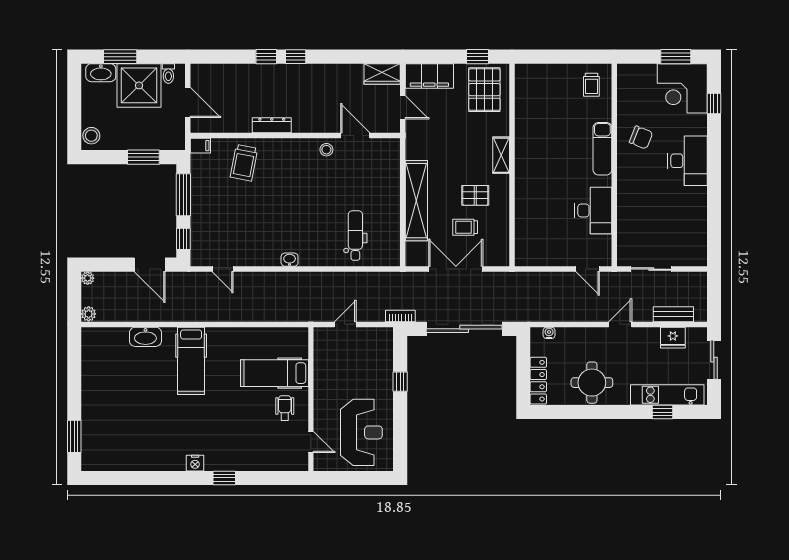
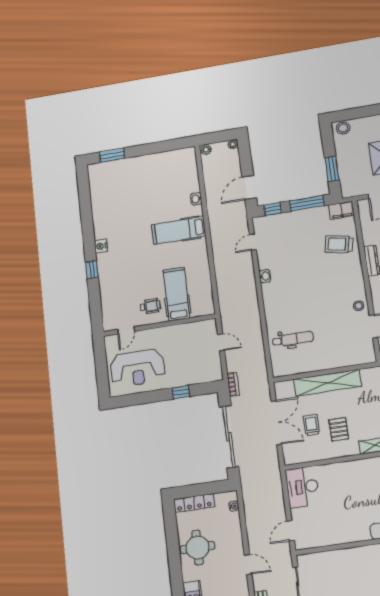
filing cabinet: (200, 146) -> (341, 210), width x2.00
desk: (593, 210) -> (302, 487), moved, turned 90
washbasin: (290, 260) -> (265, 276), moved
washbasin: (145, 337) -> (196, 199), width x0.52, depth x0.69

